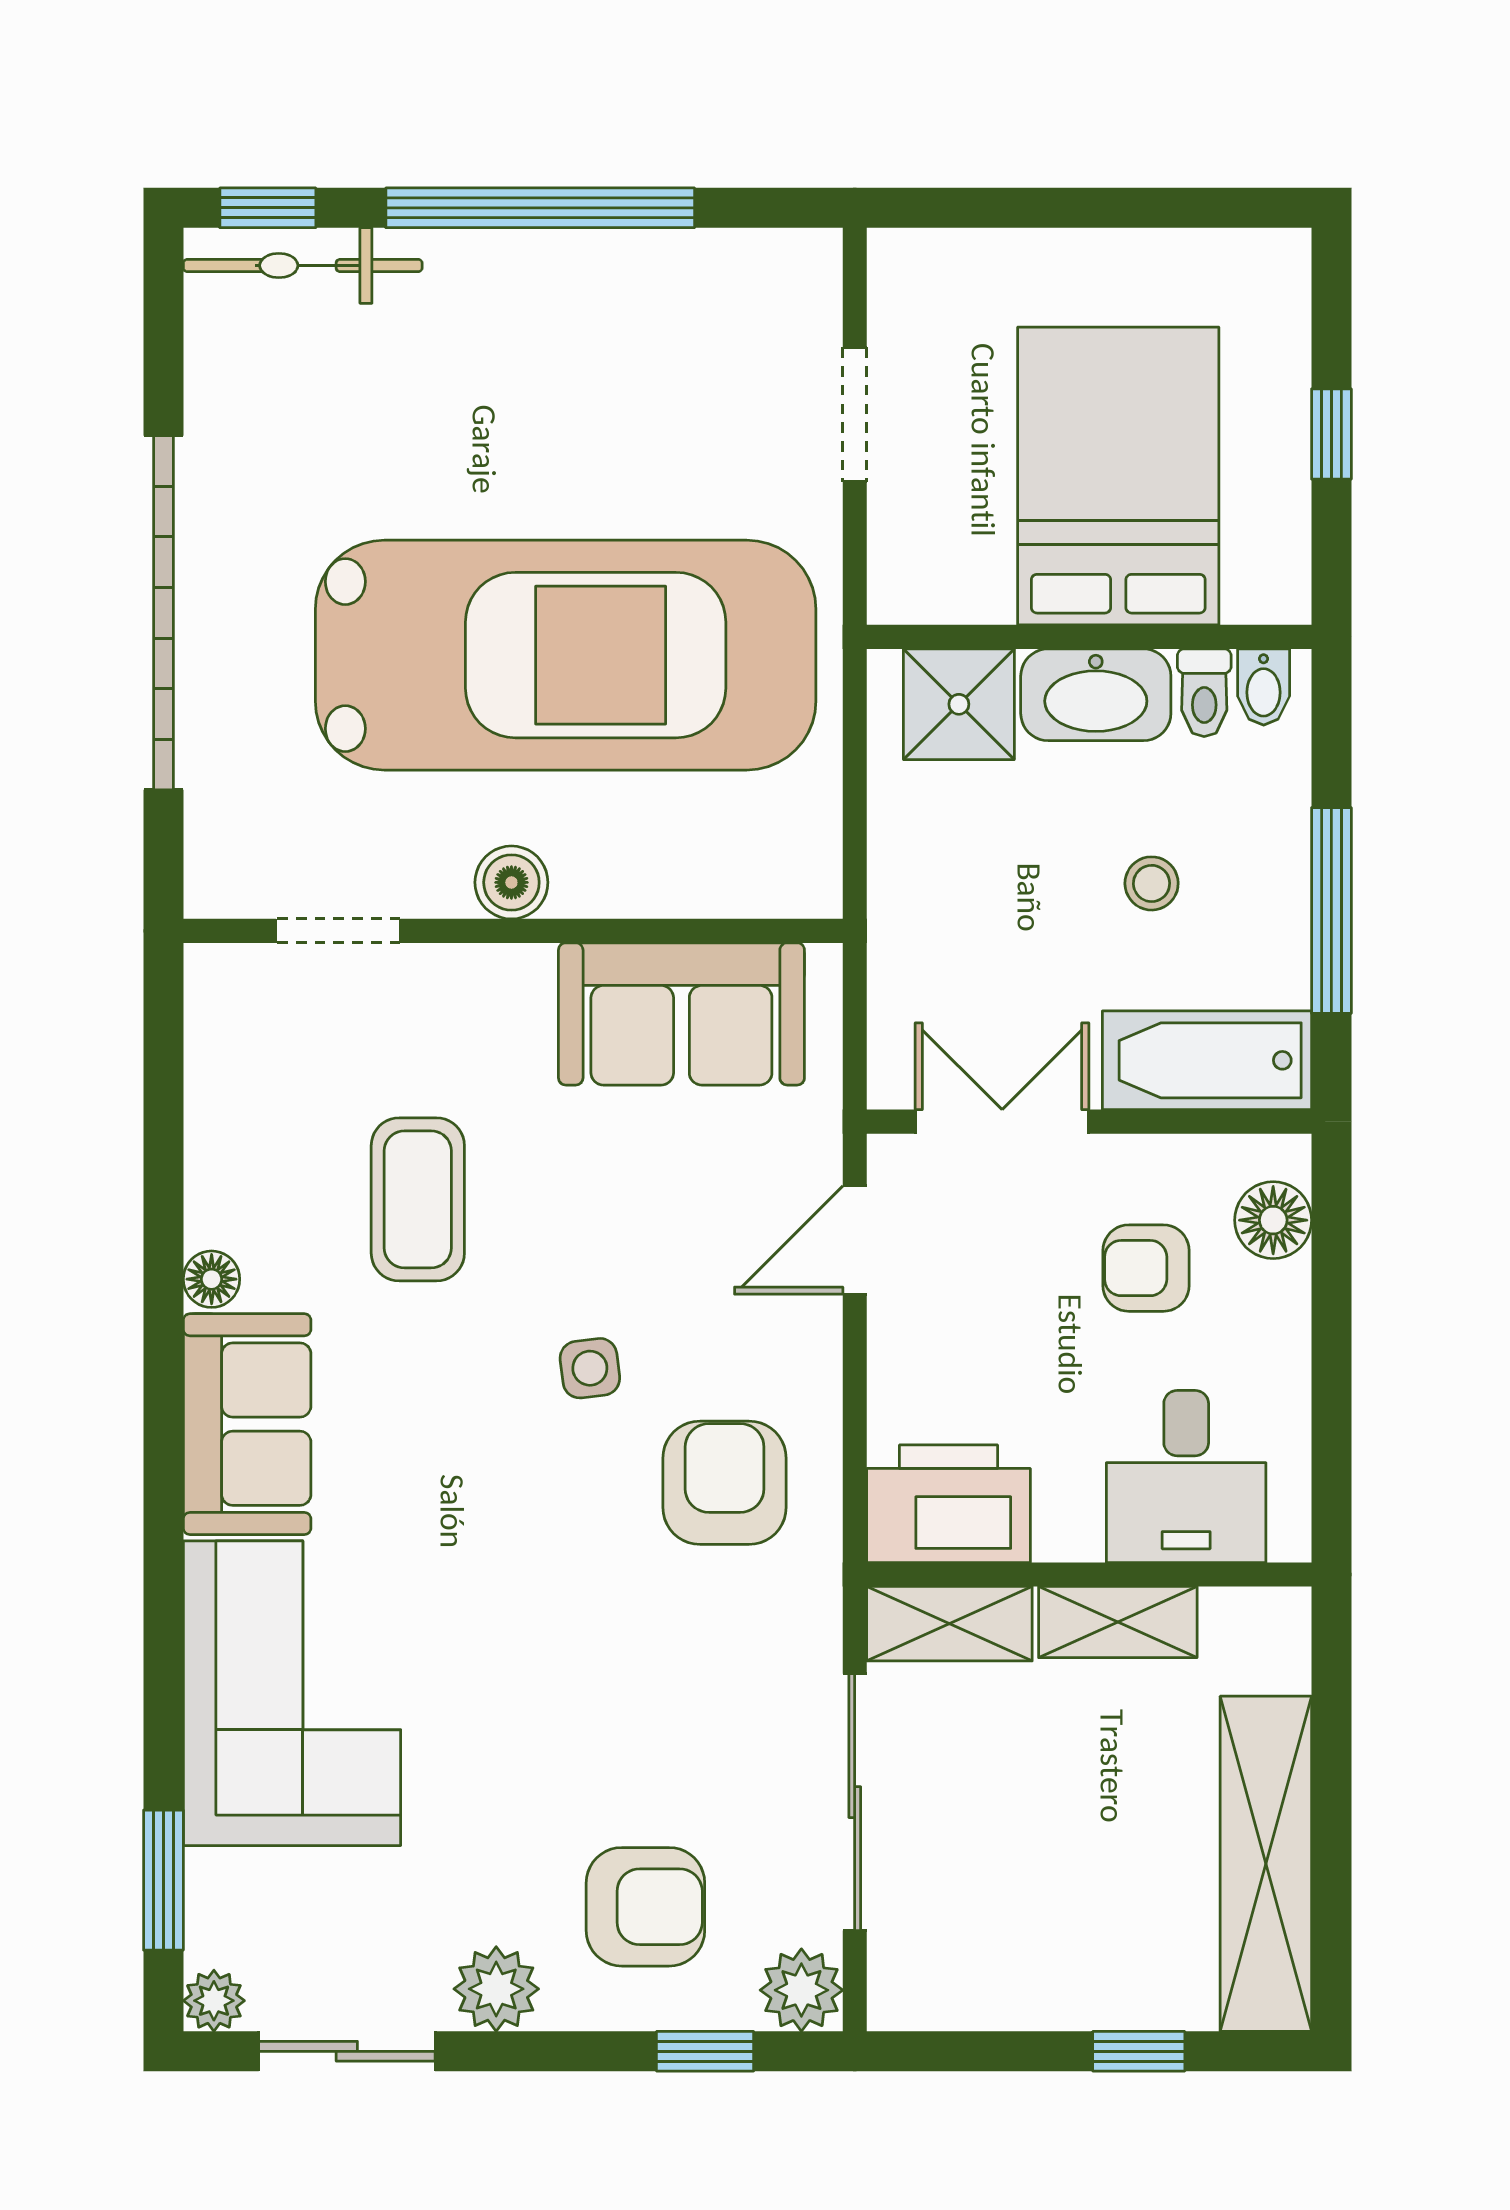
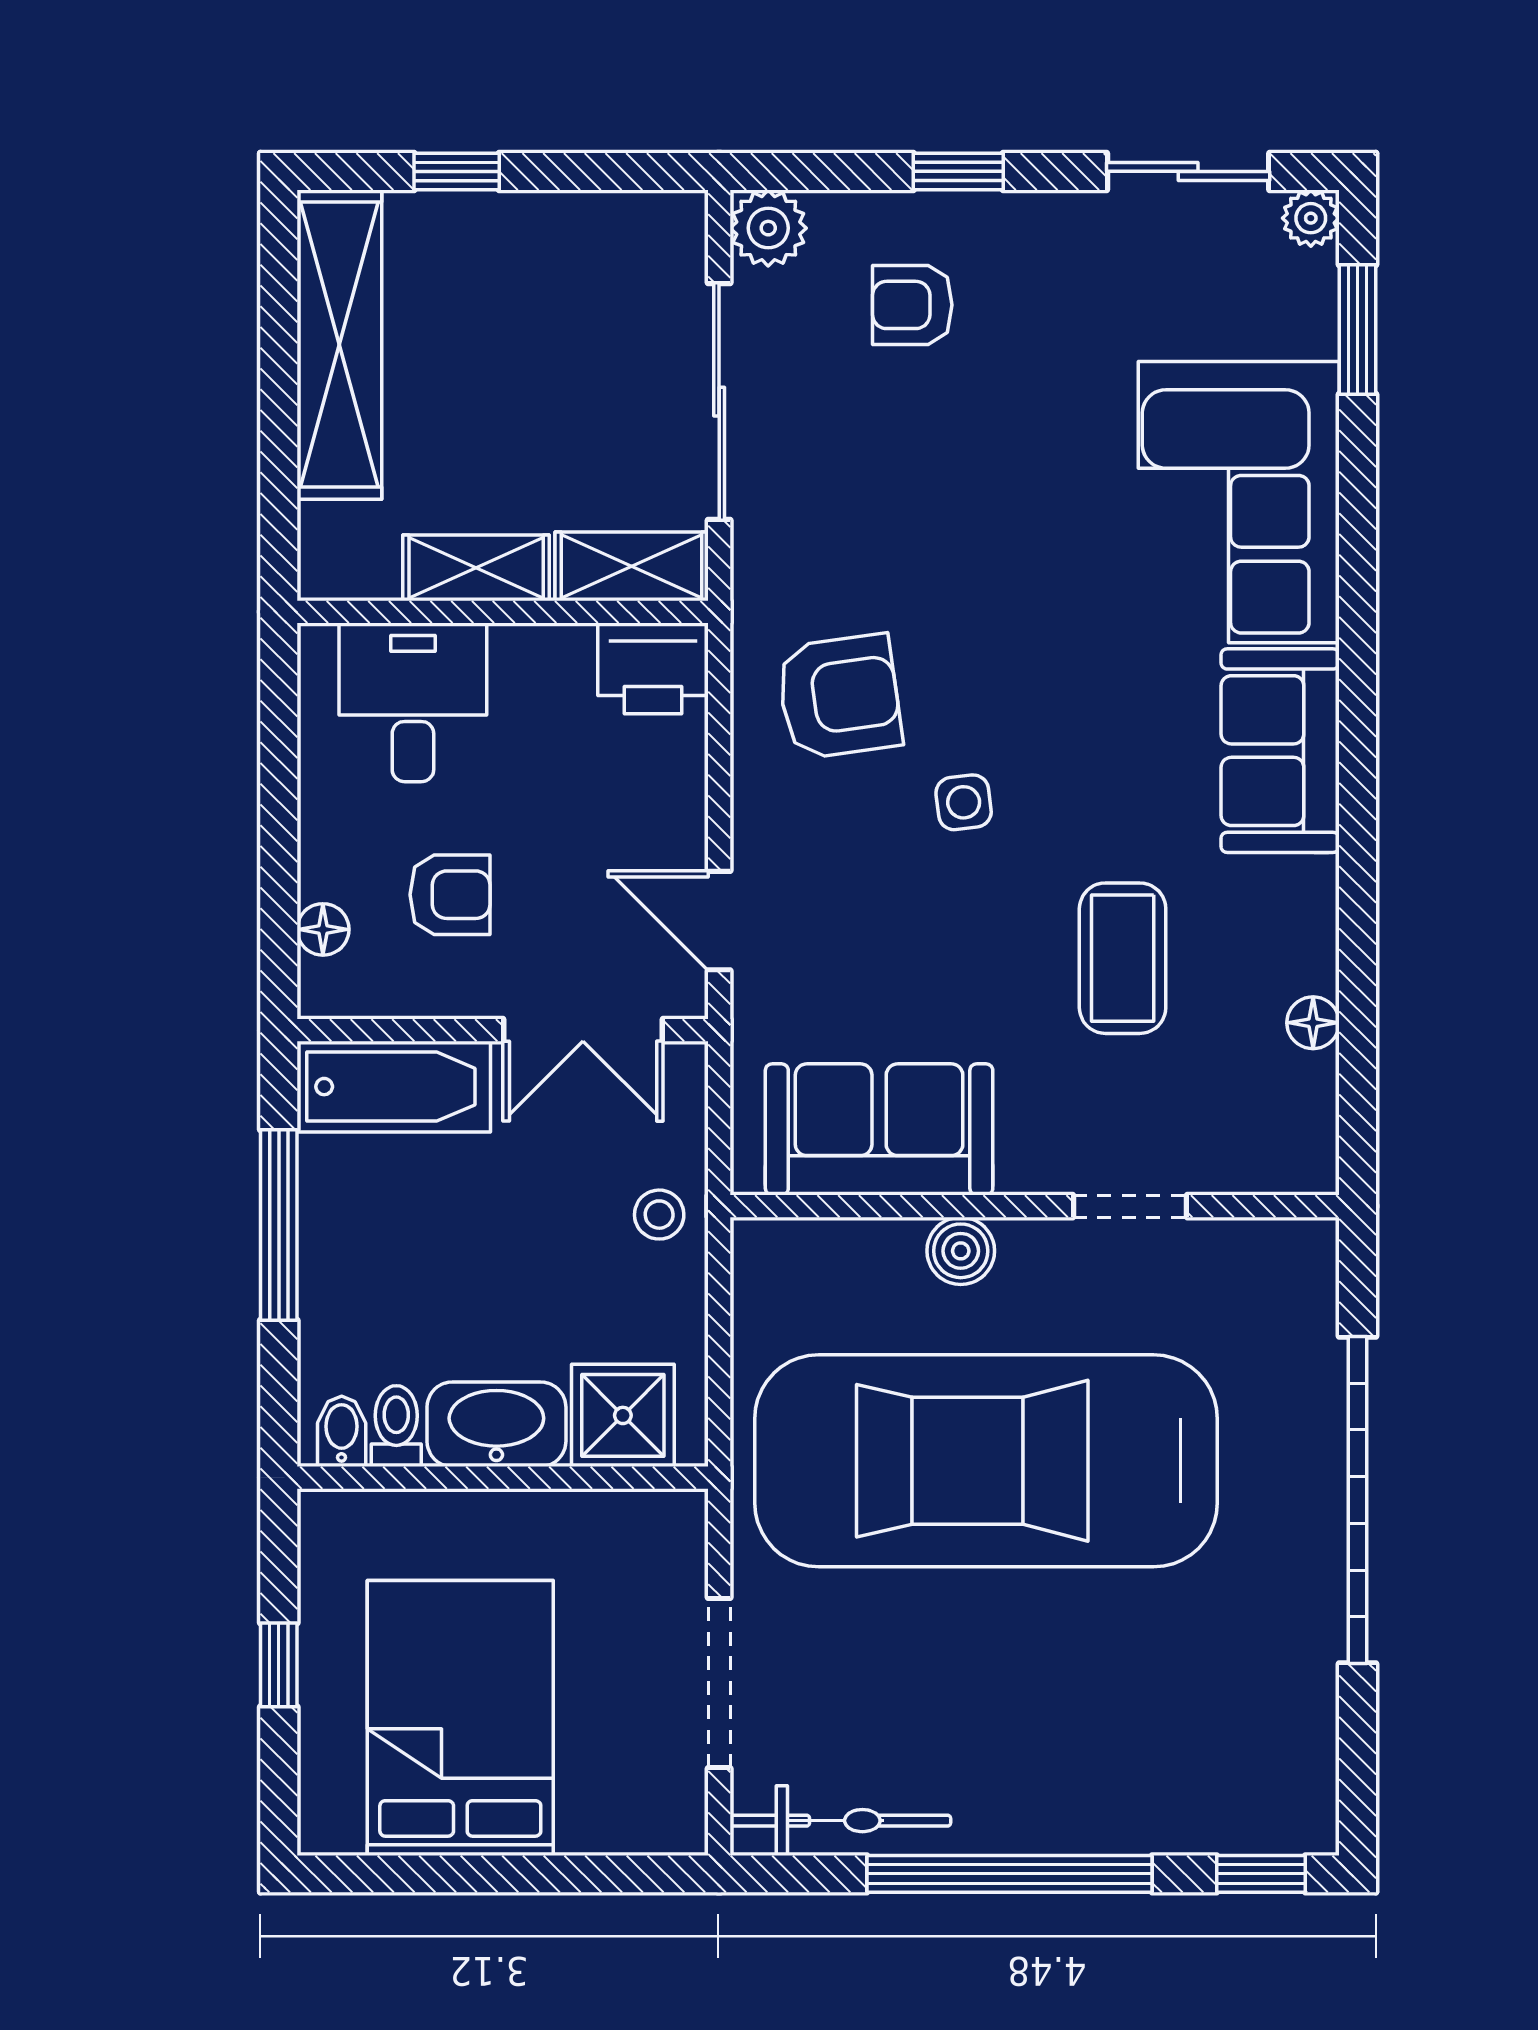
bicycle: (303, 266) -> (840, 1821), moved
doorway: (855, 415) -> (719, 1683), width x1.38
bed: (1118, 476) -> (460, 1718), moved, turned 180
boiler: (511, 882) -> (961, 1251), moved
stool: (1152, 883) -> (659, 1215), moved
doorway: (338, 931) -> (1130, 1206), moved
floor lamp: (1273, 1220) -> (323, 929), width x0.73, depth x0.73
door: (855, 1240) -> (719, 921), swing flipped
floor lamp: (212, 1279) -> (1313, 1023), moved
armchair: (725, 1483) -> (839, 697), turned -98
printer: (949, 1504) -> (653, 668), width x0.73, depth x0.84
armchair: (645, 1907) -> (912, 305), width x0.72, depth x0.72
plant: (496, 1989) -> (1050, 229), removed
window: (705, 2051) -> (958, 171), moved

